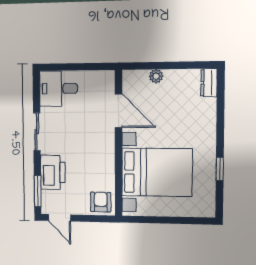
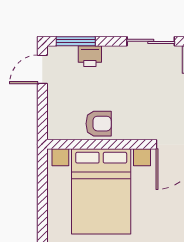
printer: (53, 172) -> (90, 56), width x0.53, depth x0.68
armchair: (101, 202) -> (99, 124), moved

